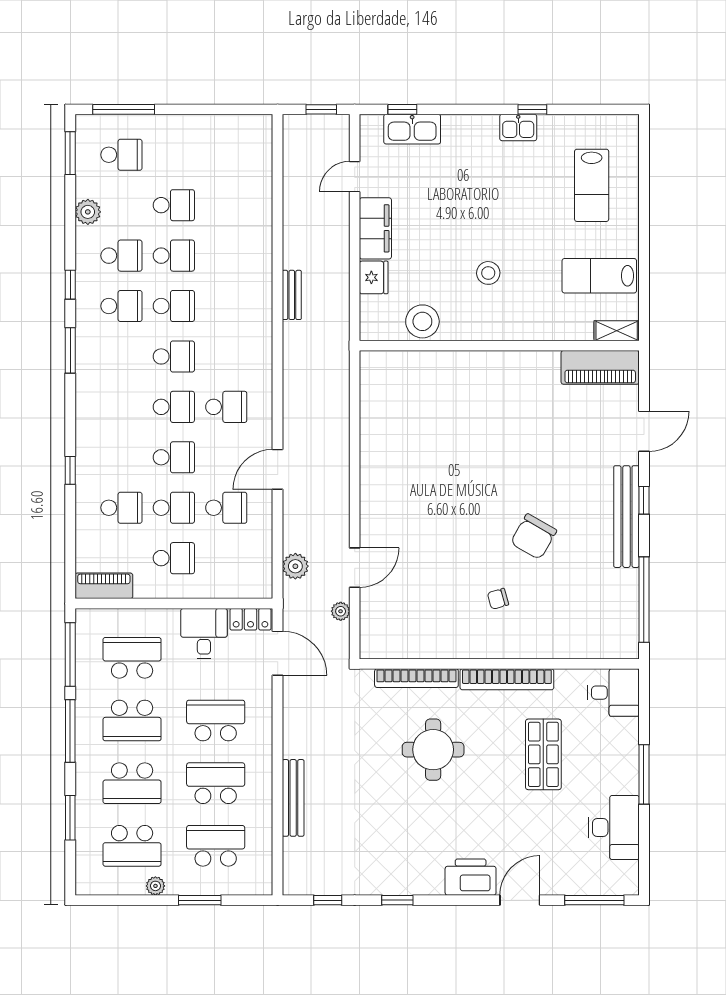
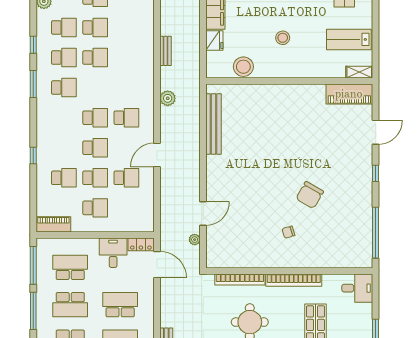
school desk: (174, 356) -> (64, 88), moved
bench: (626, 517) -> (213, 124), moved
plant: (295, 566) -> (168, 98), moved

